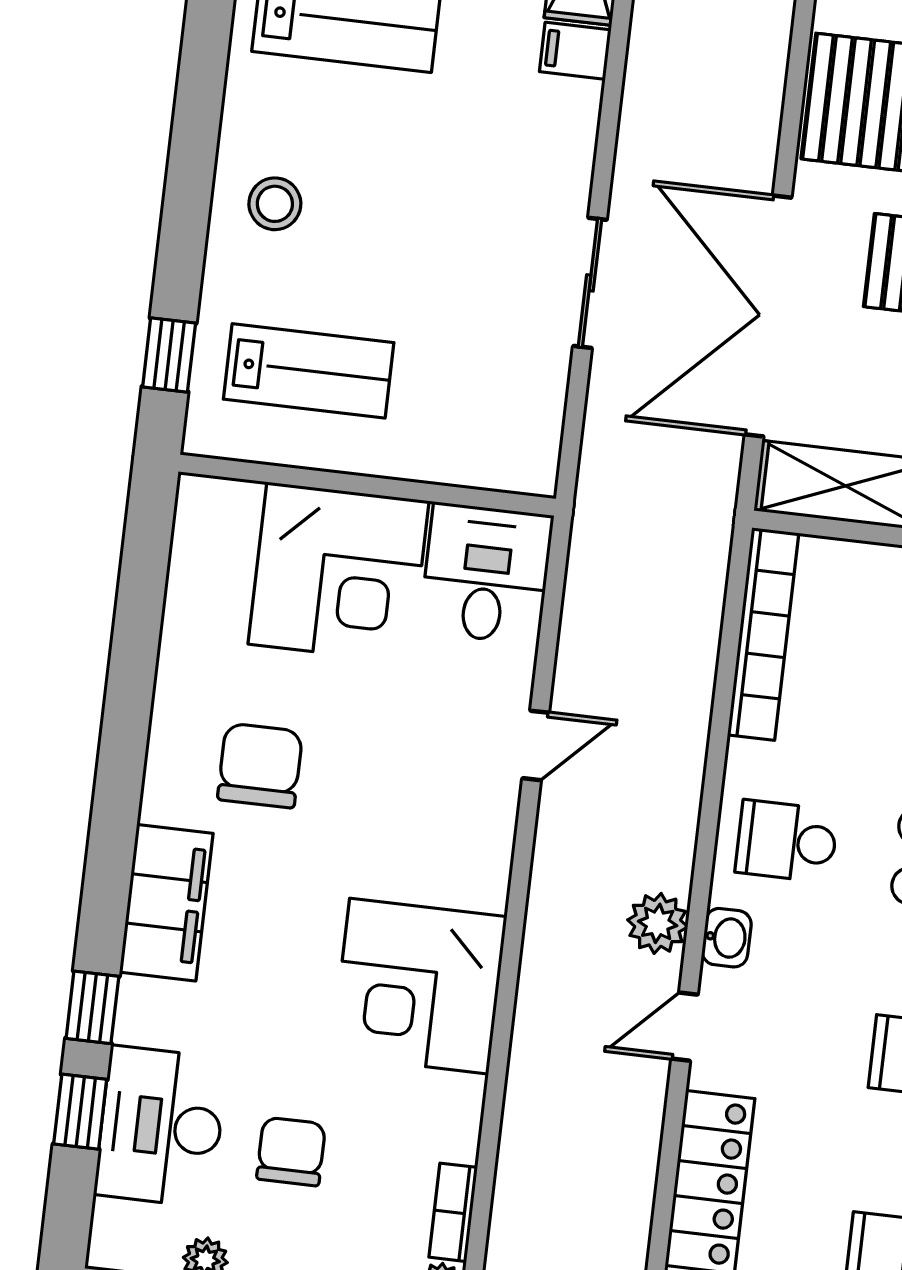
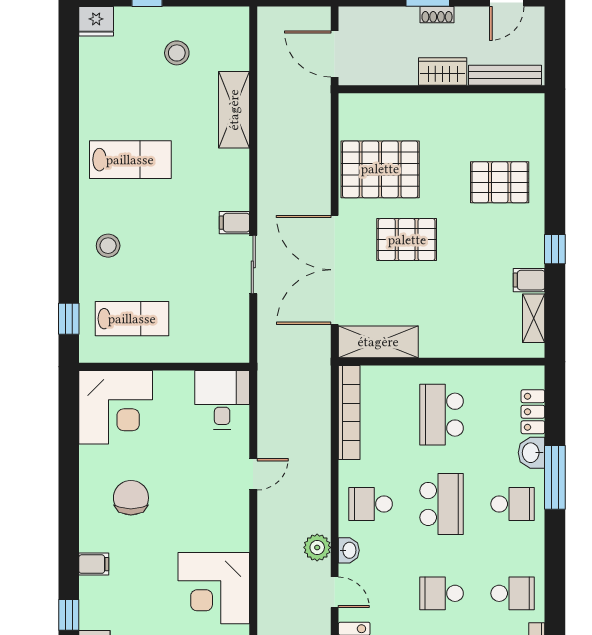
filing cabinet: (575, 51) -> (234, 223), moved
corner desk: (339, 573) -> (116, 407), moved
filing cabinet: (166, 903) -> (94, 564), width x0.33, depth x0.86
door: (685, 1027) -> (335, 592), swing flipped

